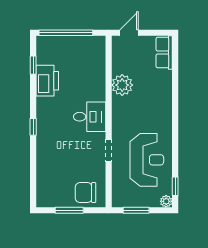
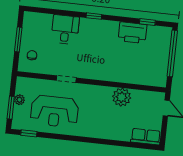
desk: (90, 117) -> (65, 30), moved, turned 180
chair: (86, 193) -> (32, 55), width x0.54, depth x0.54
plant: (166, 201) -> (19, 100), moved
window: (136, 210) -> (11, 108), moved

